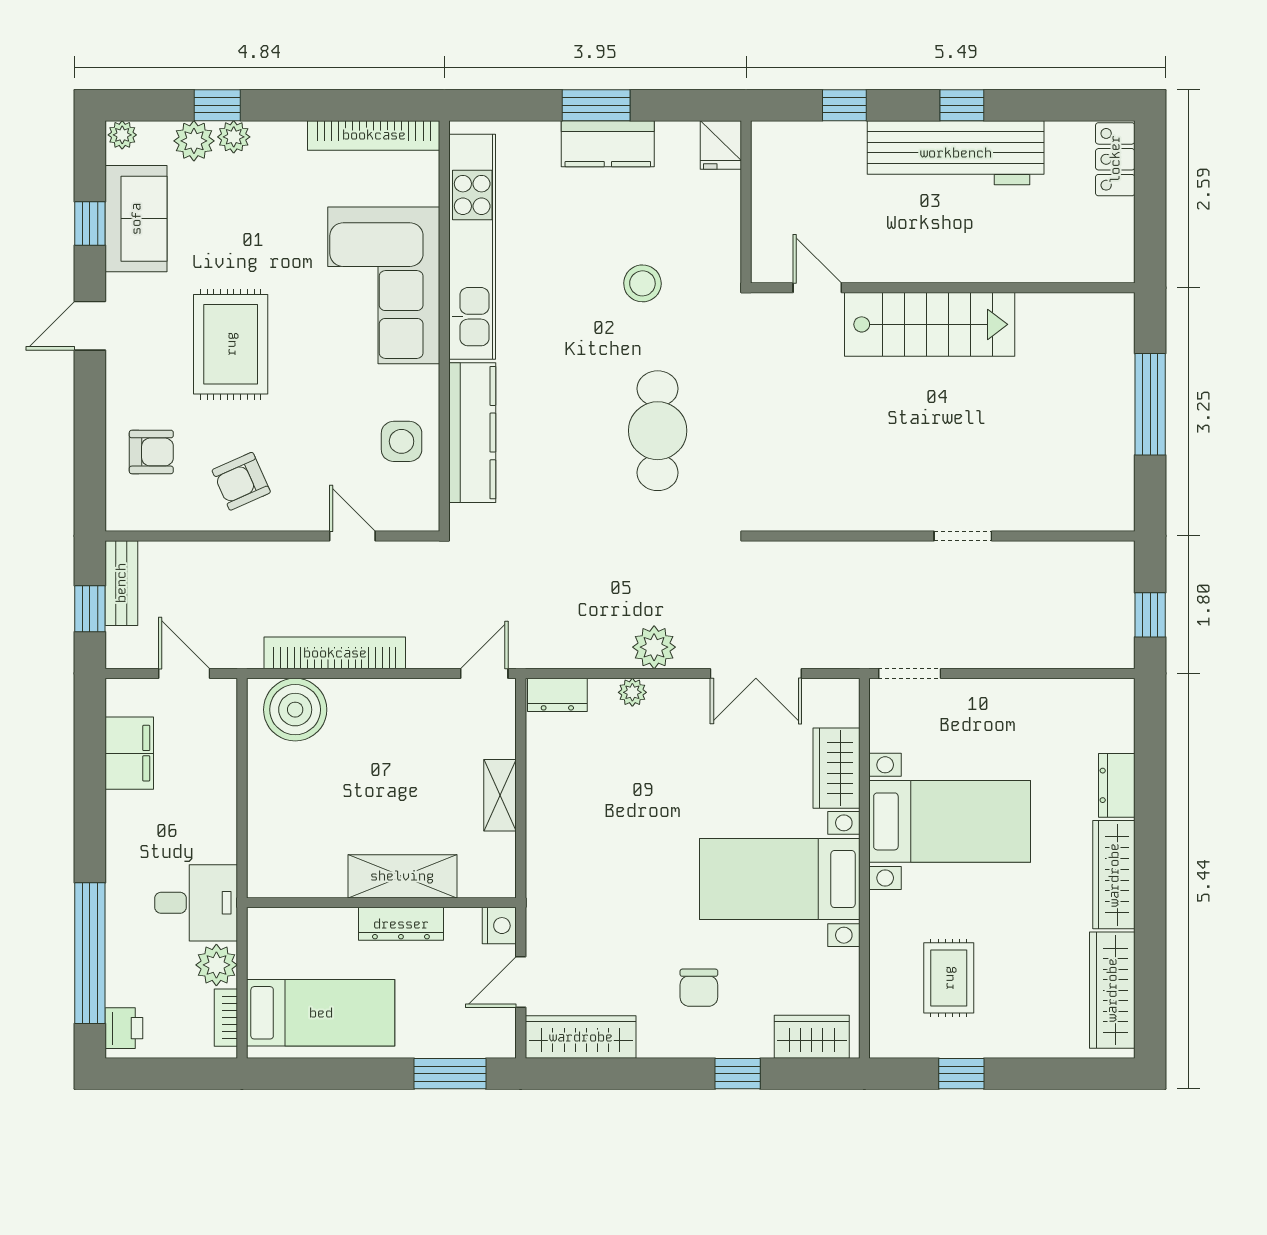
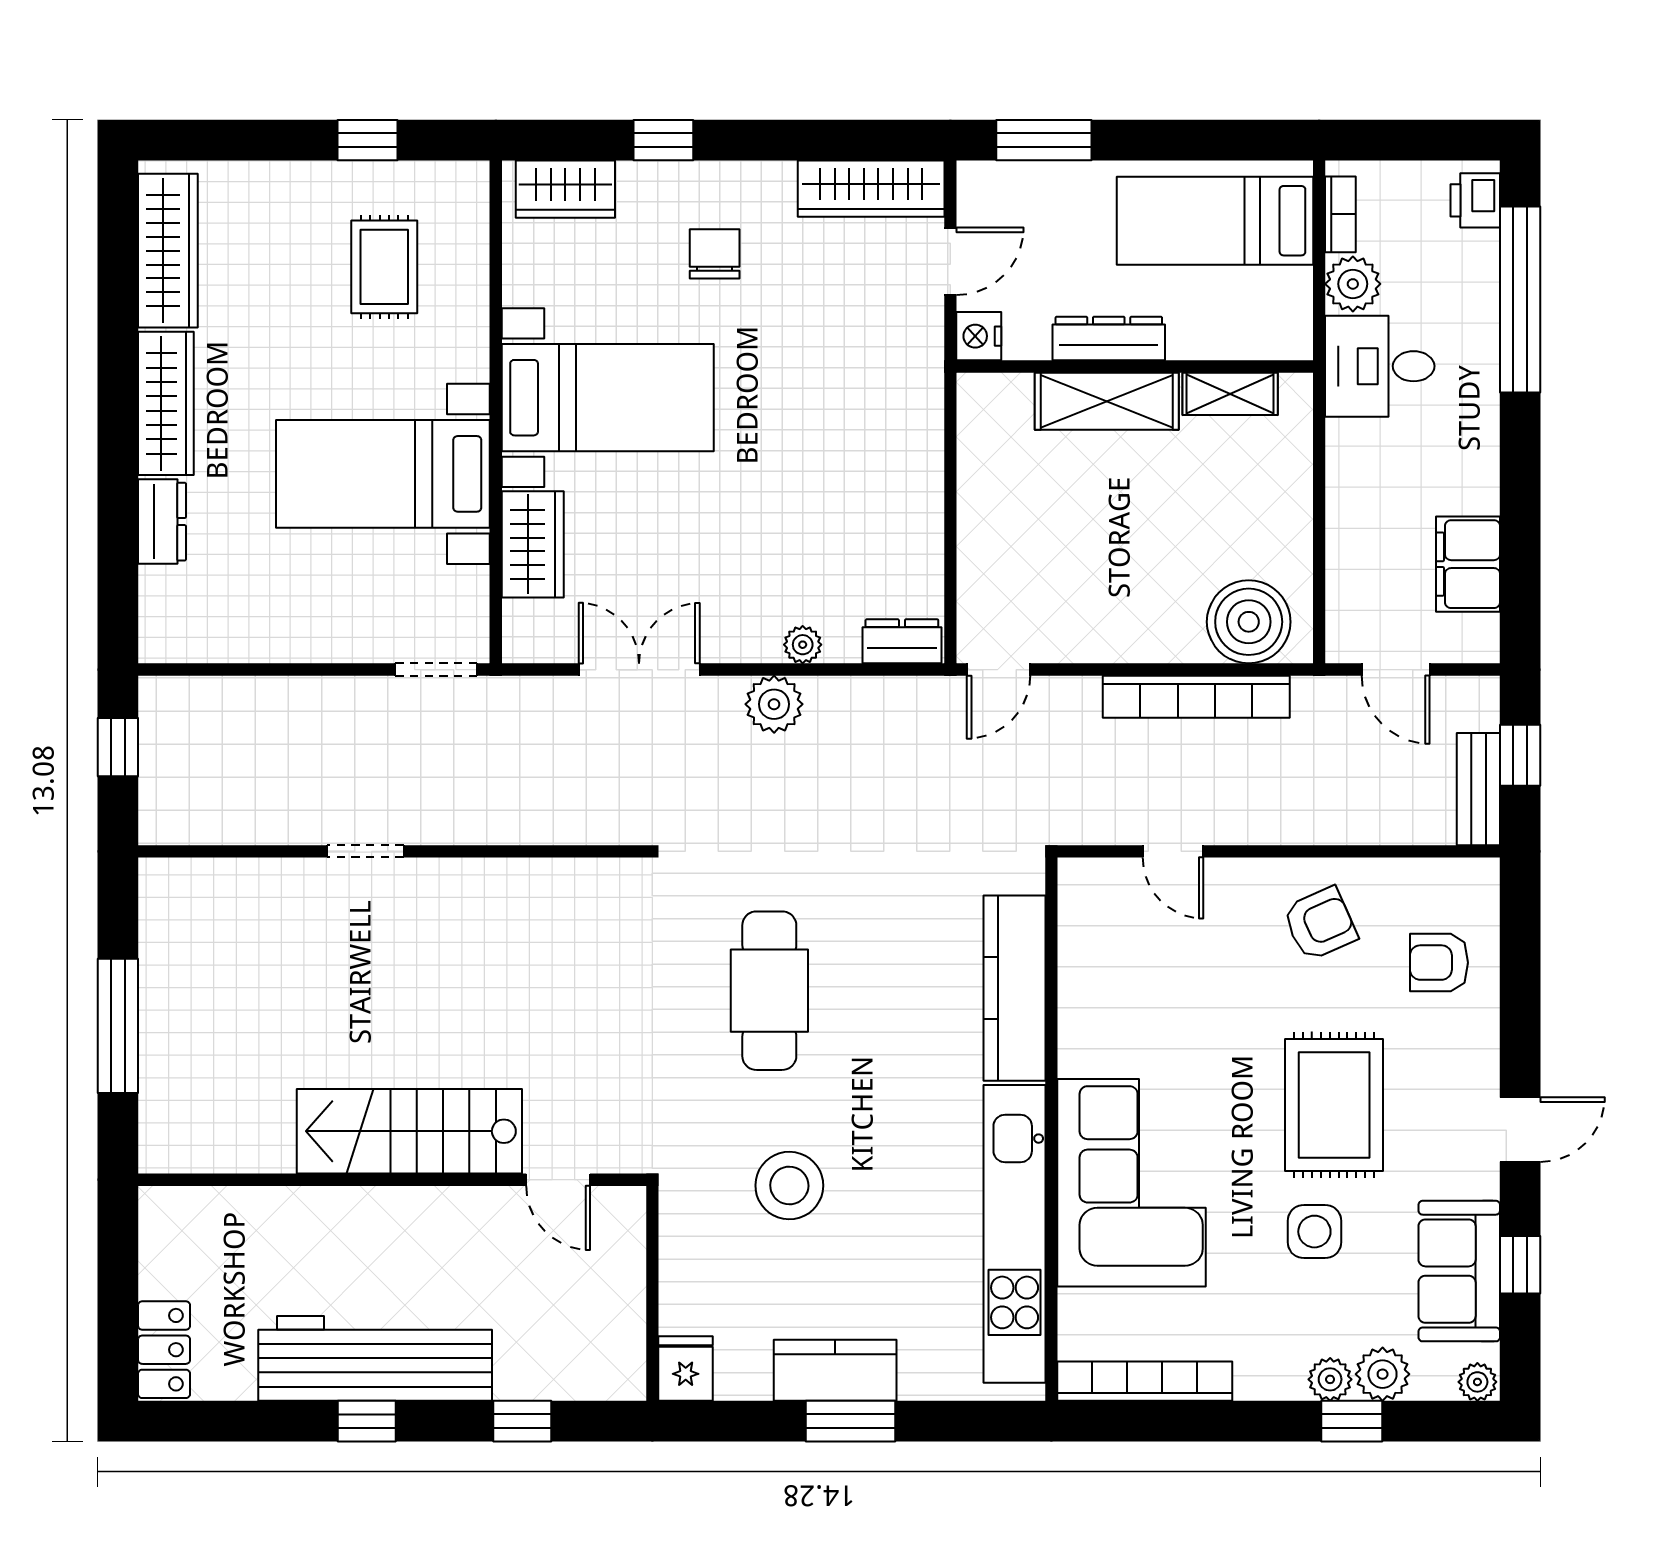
stool: (642, 283) -> (789, 1186), width x1.38, depth x1.38
side table: (402, 441) -> (1314, 1232), moved
shelving: (500, 795) -> (1230, 394), moved, turned 90

